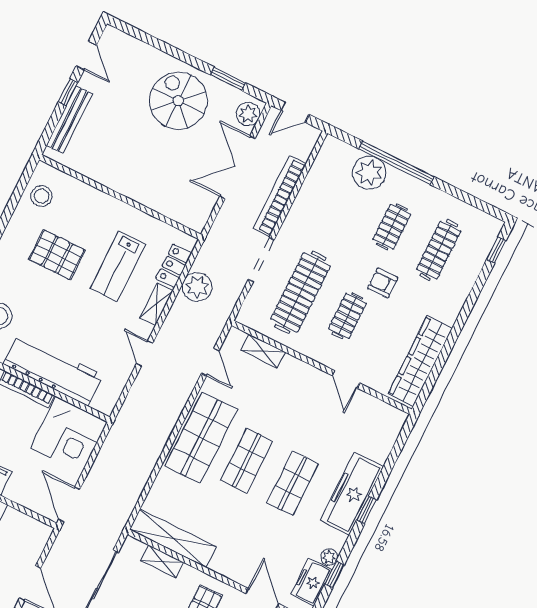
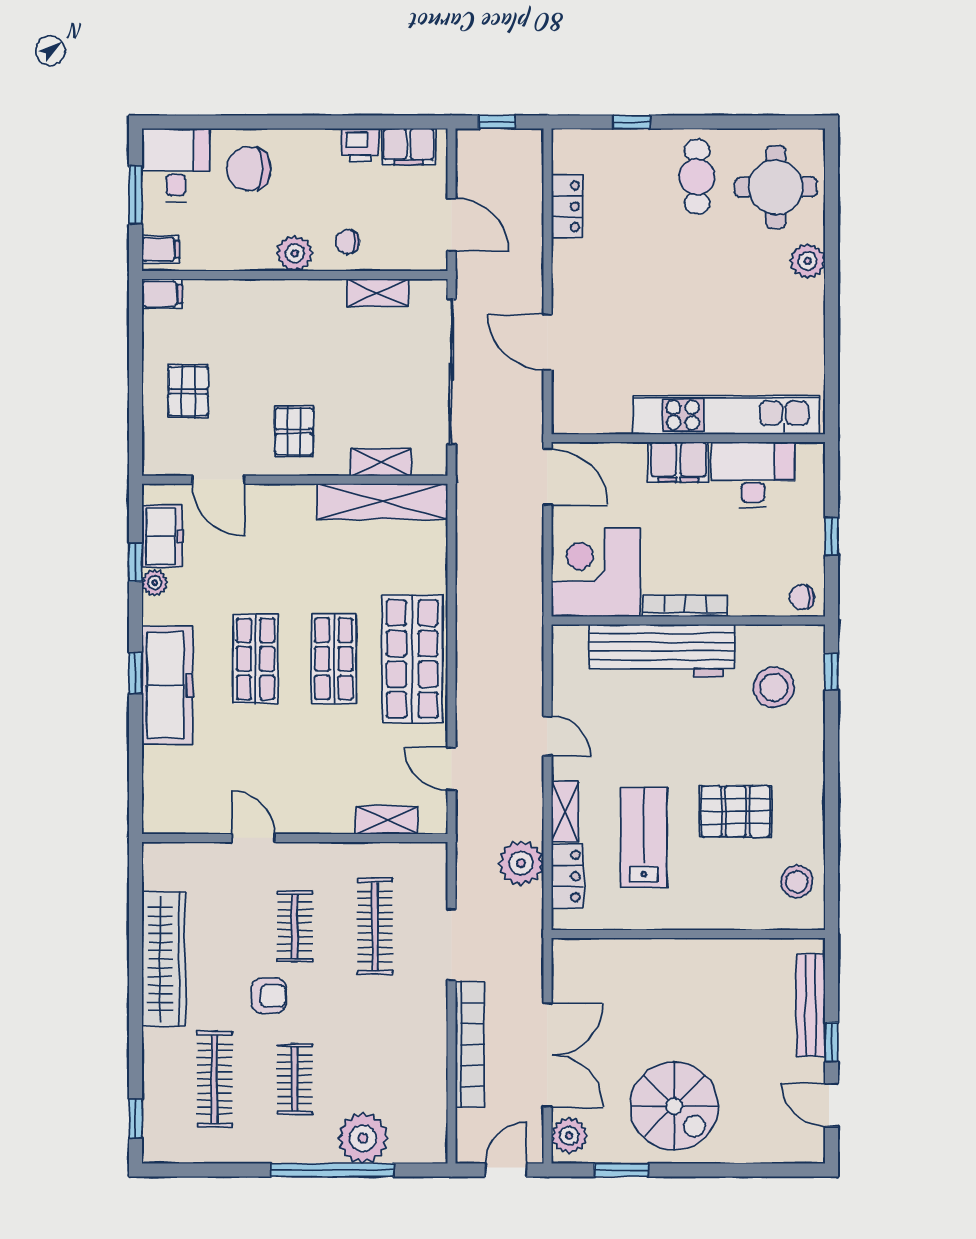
clothes rail: (301, 292) -> (375, 926), width x0.73, depth x0.76
wardrobe: (420, 361) -> (164, 959), moved

